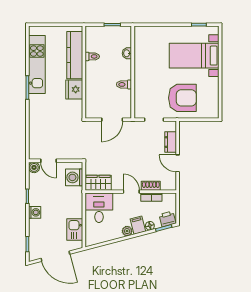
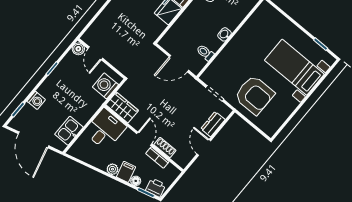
washbasin: (127, 53) -> (225, 34), moved
toilet: (124, 84) -> (205, 53), moved
washing machine: (35, 212) -> (36, 100), moved

